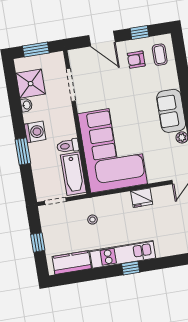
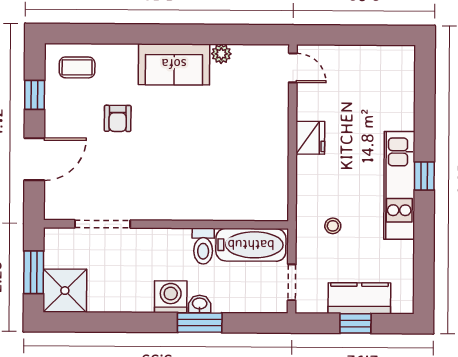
armchair: (136, 60) -> (118, 118), moved
shower: (31, 84) -> (65, 291), moved
washbasin: (26, 105) -> (200, 304), moved
corner sofa: (113, 149) -> (221, 172), removed
kitchen counter: (72, 263) -> (359, 298), moved, turned 90

